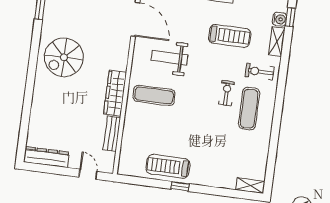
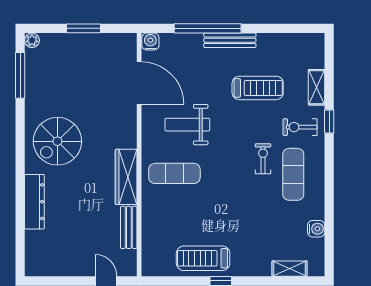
window: (290, 17) -> (329, 122), moved
water cooler: (279, 19) -> (316, 229), moved
dresser: (46, 157) -> (34, 202), moved, turned 90
shelving: (250, 186) -> (289, 269), moved

